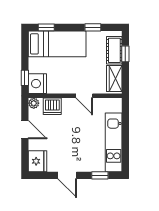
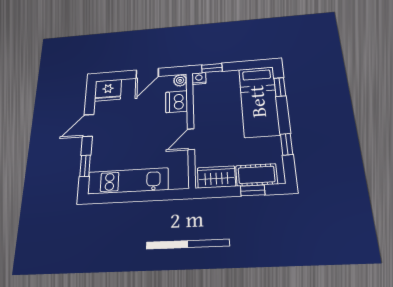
nightstand: (37, 84) -> (199, 79), width x0.53, depth x0.56

